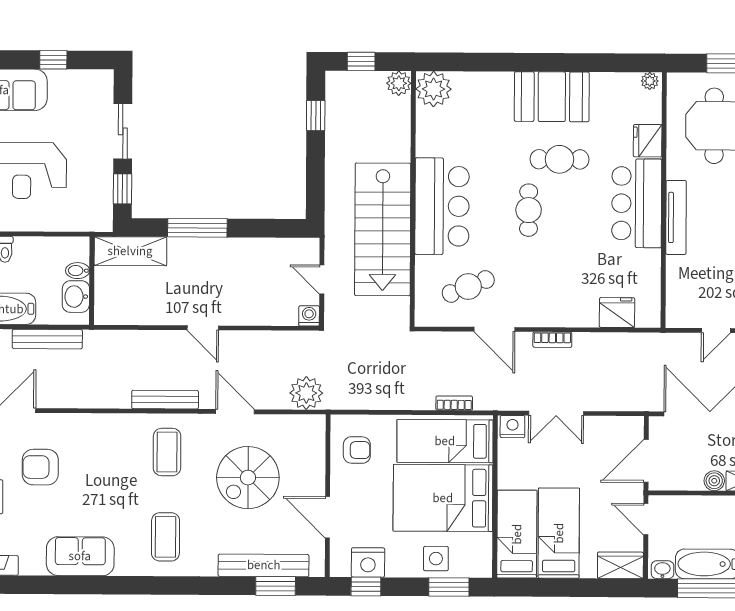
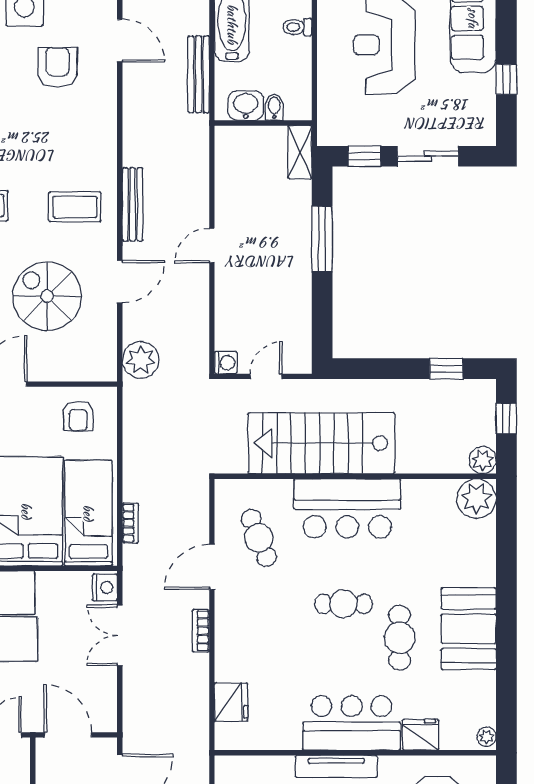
shelving: (130, 251) -> (300, 152), width x0.67, depth x0.75

